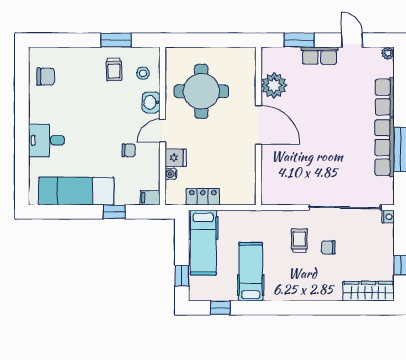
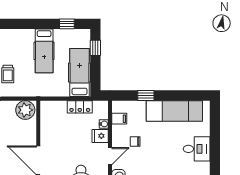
plant: (276, 192) -> (25, 110), added
filing cabinet: (150, 198) -> (119, 119), moved

